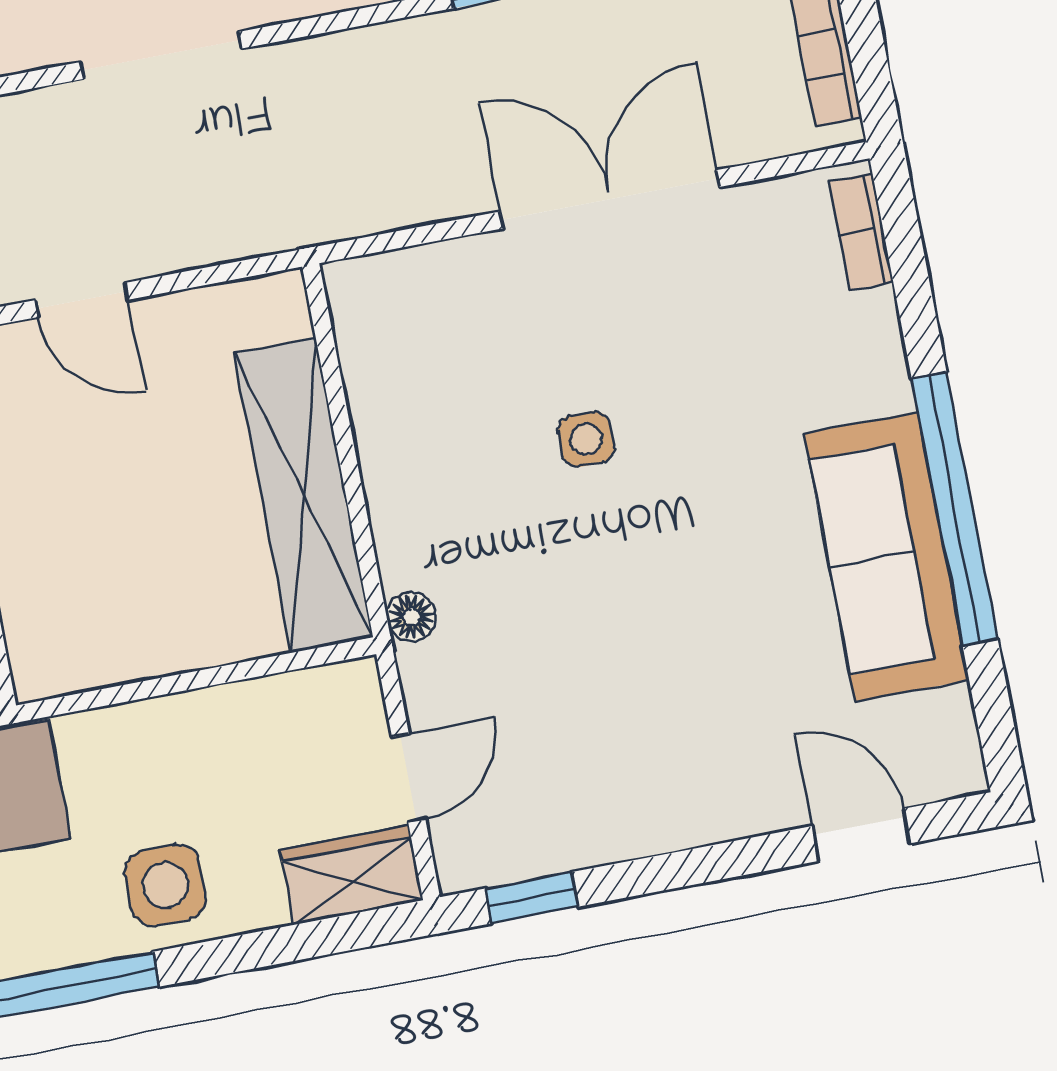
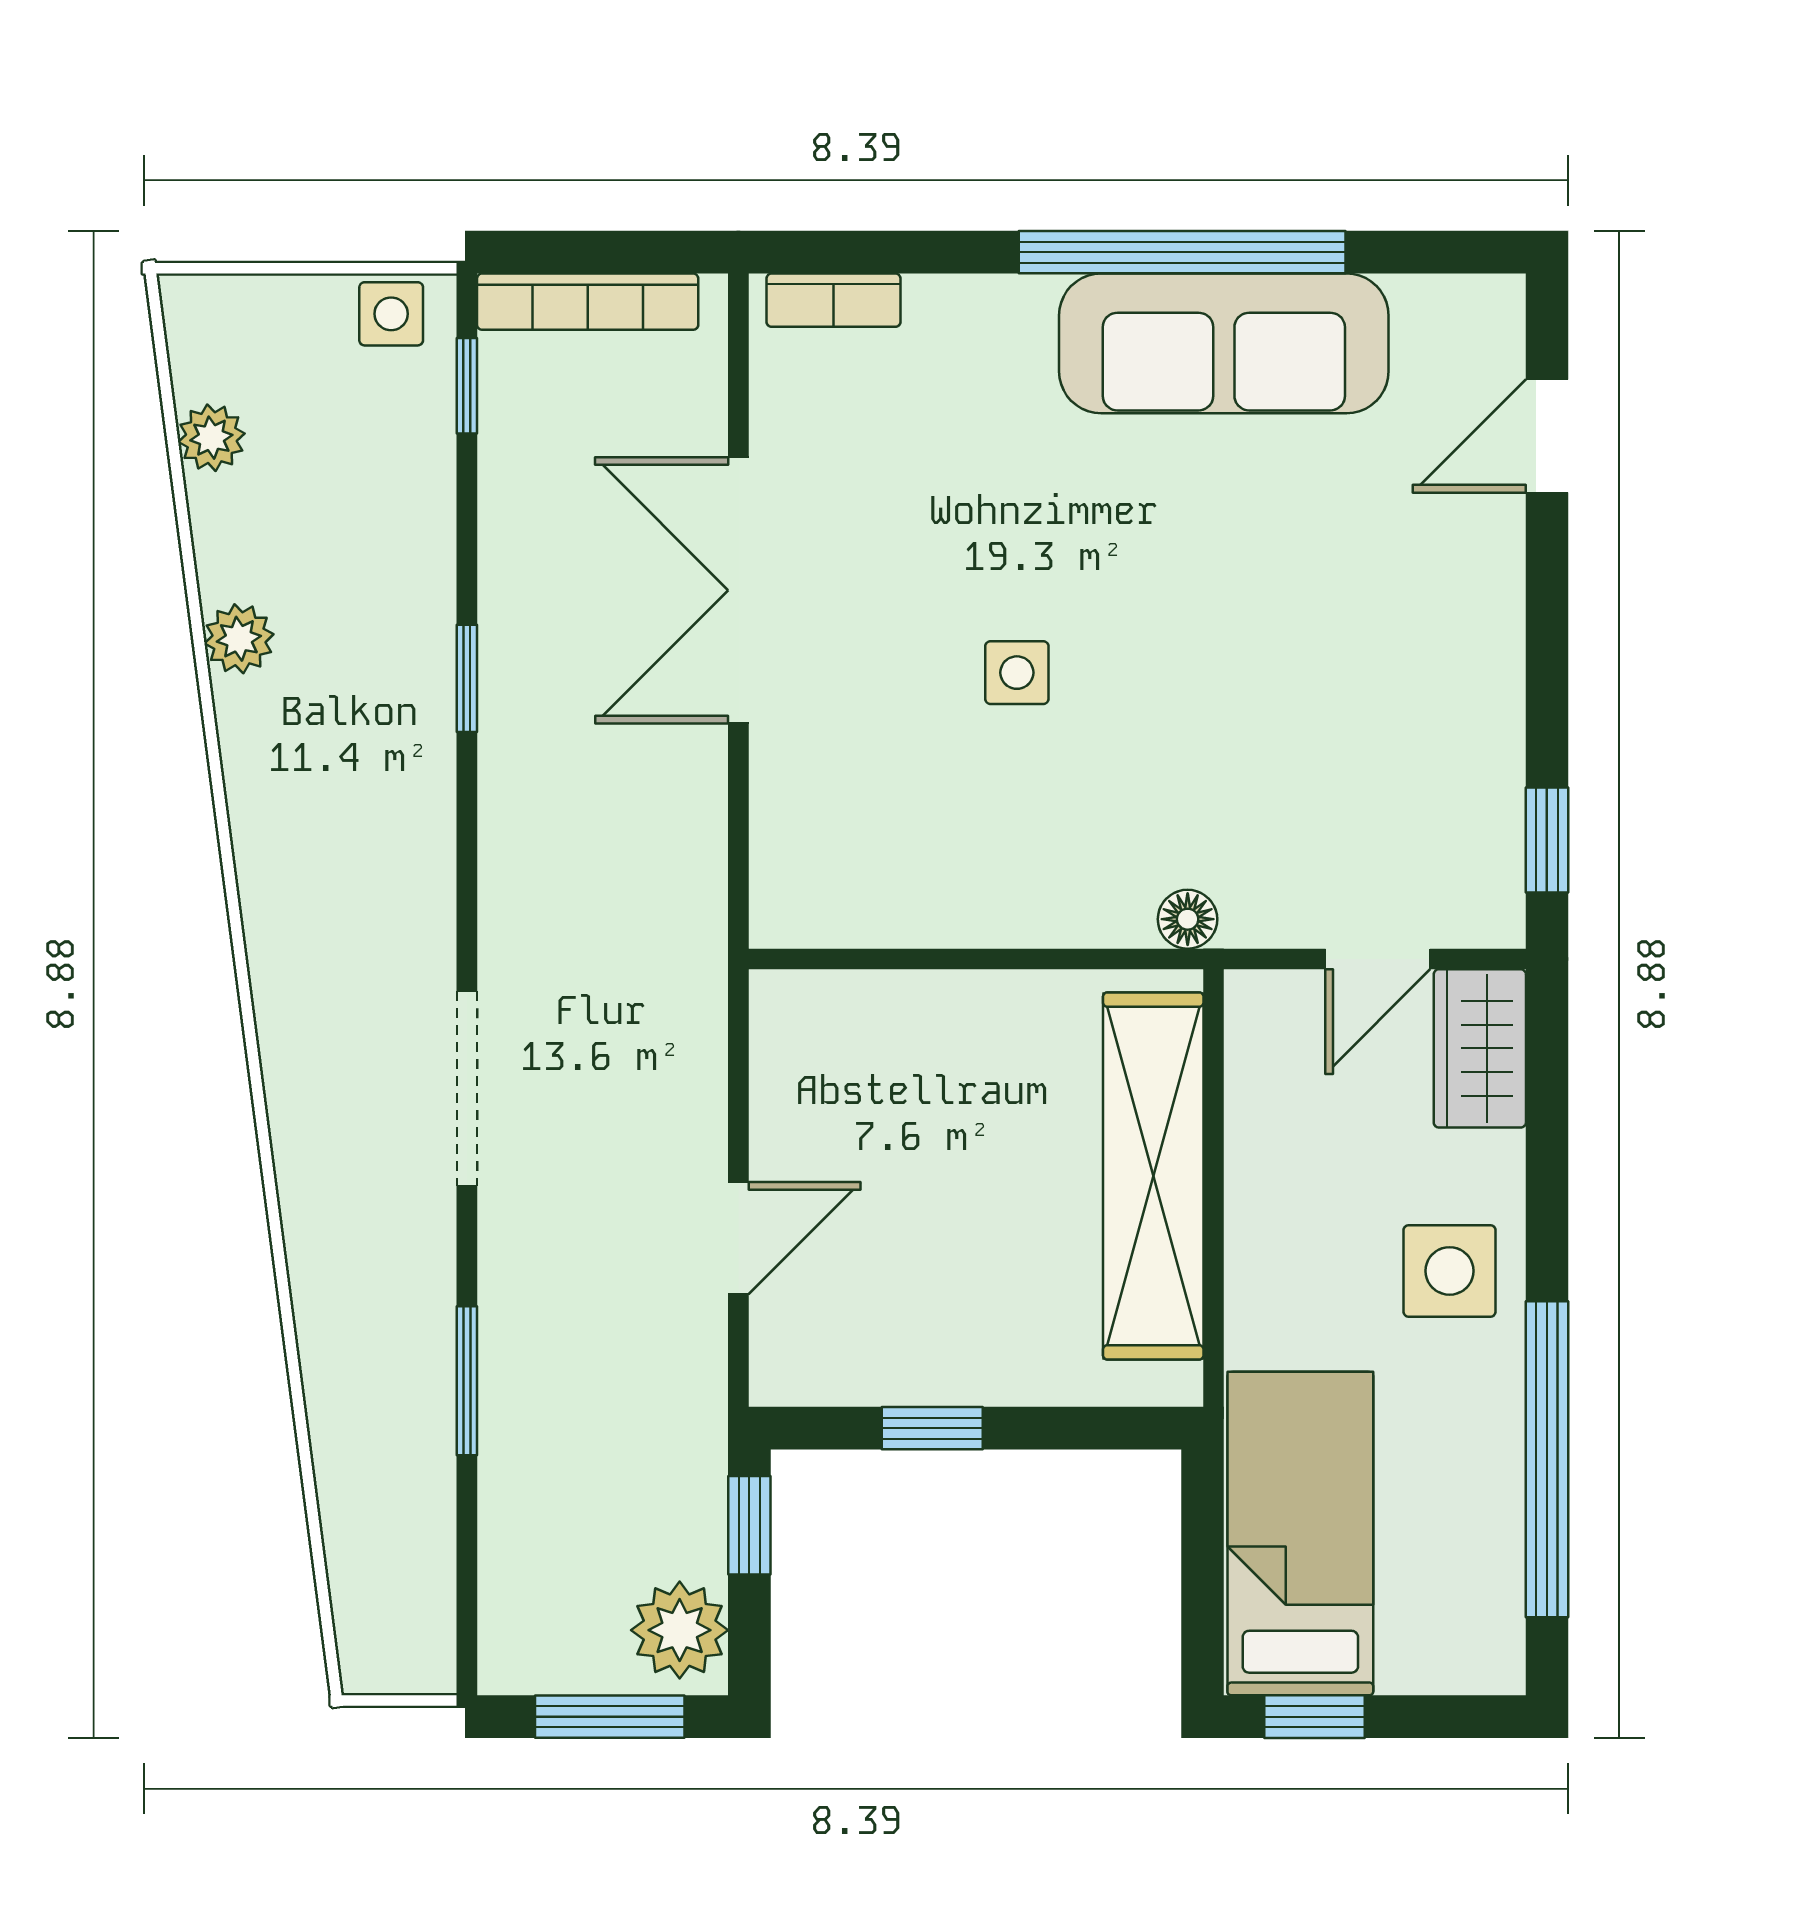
shelving: (304, 495) -> (1153, 1176), moved, turned 90
door: (409, 778) -> (1378, 959), swing flipped

